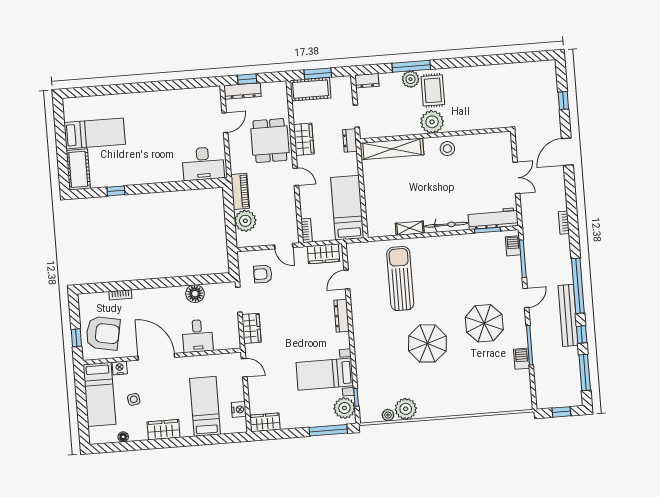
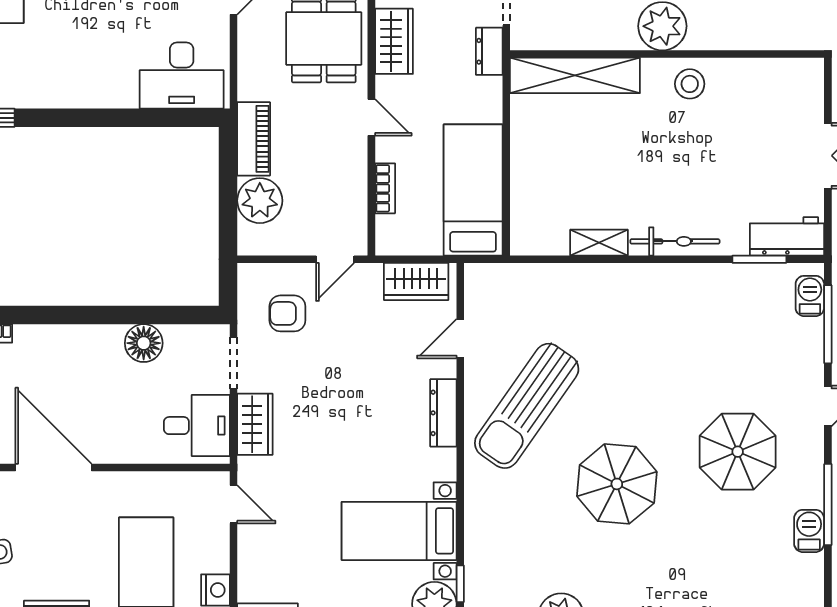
workbench: (493, 219) -> (787, 236), width x0.73
bookcase: (307, 230) -> (385, 188), moved
door: (284, 246) -> (335, 259), hinge flipped
sun lounger: (400, 279) -> (527, 406), moved, turned -145
desk: (198, 336) -> (197, 426), moved, turned -90

